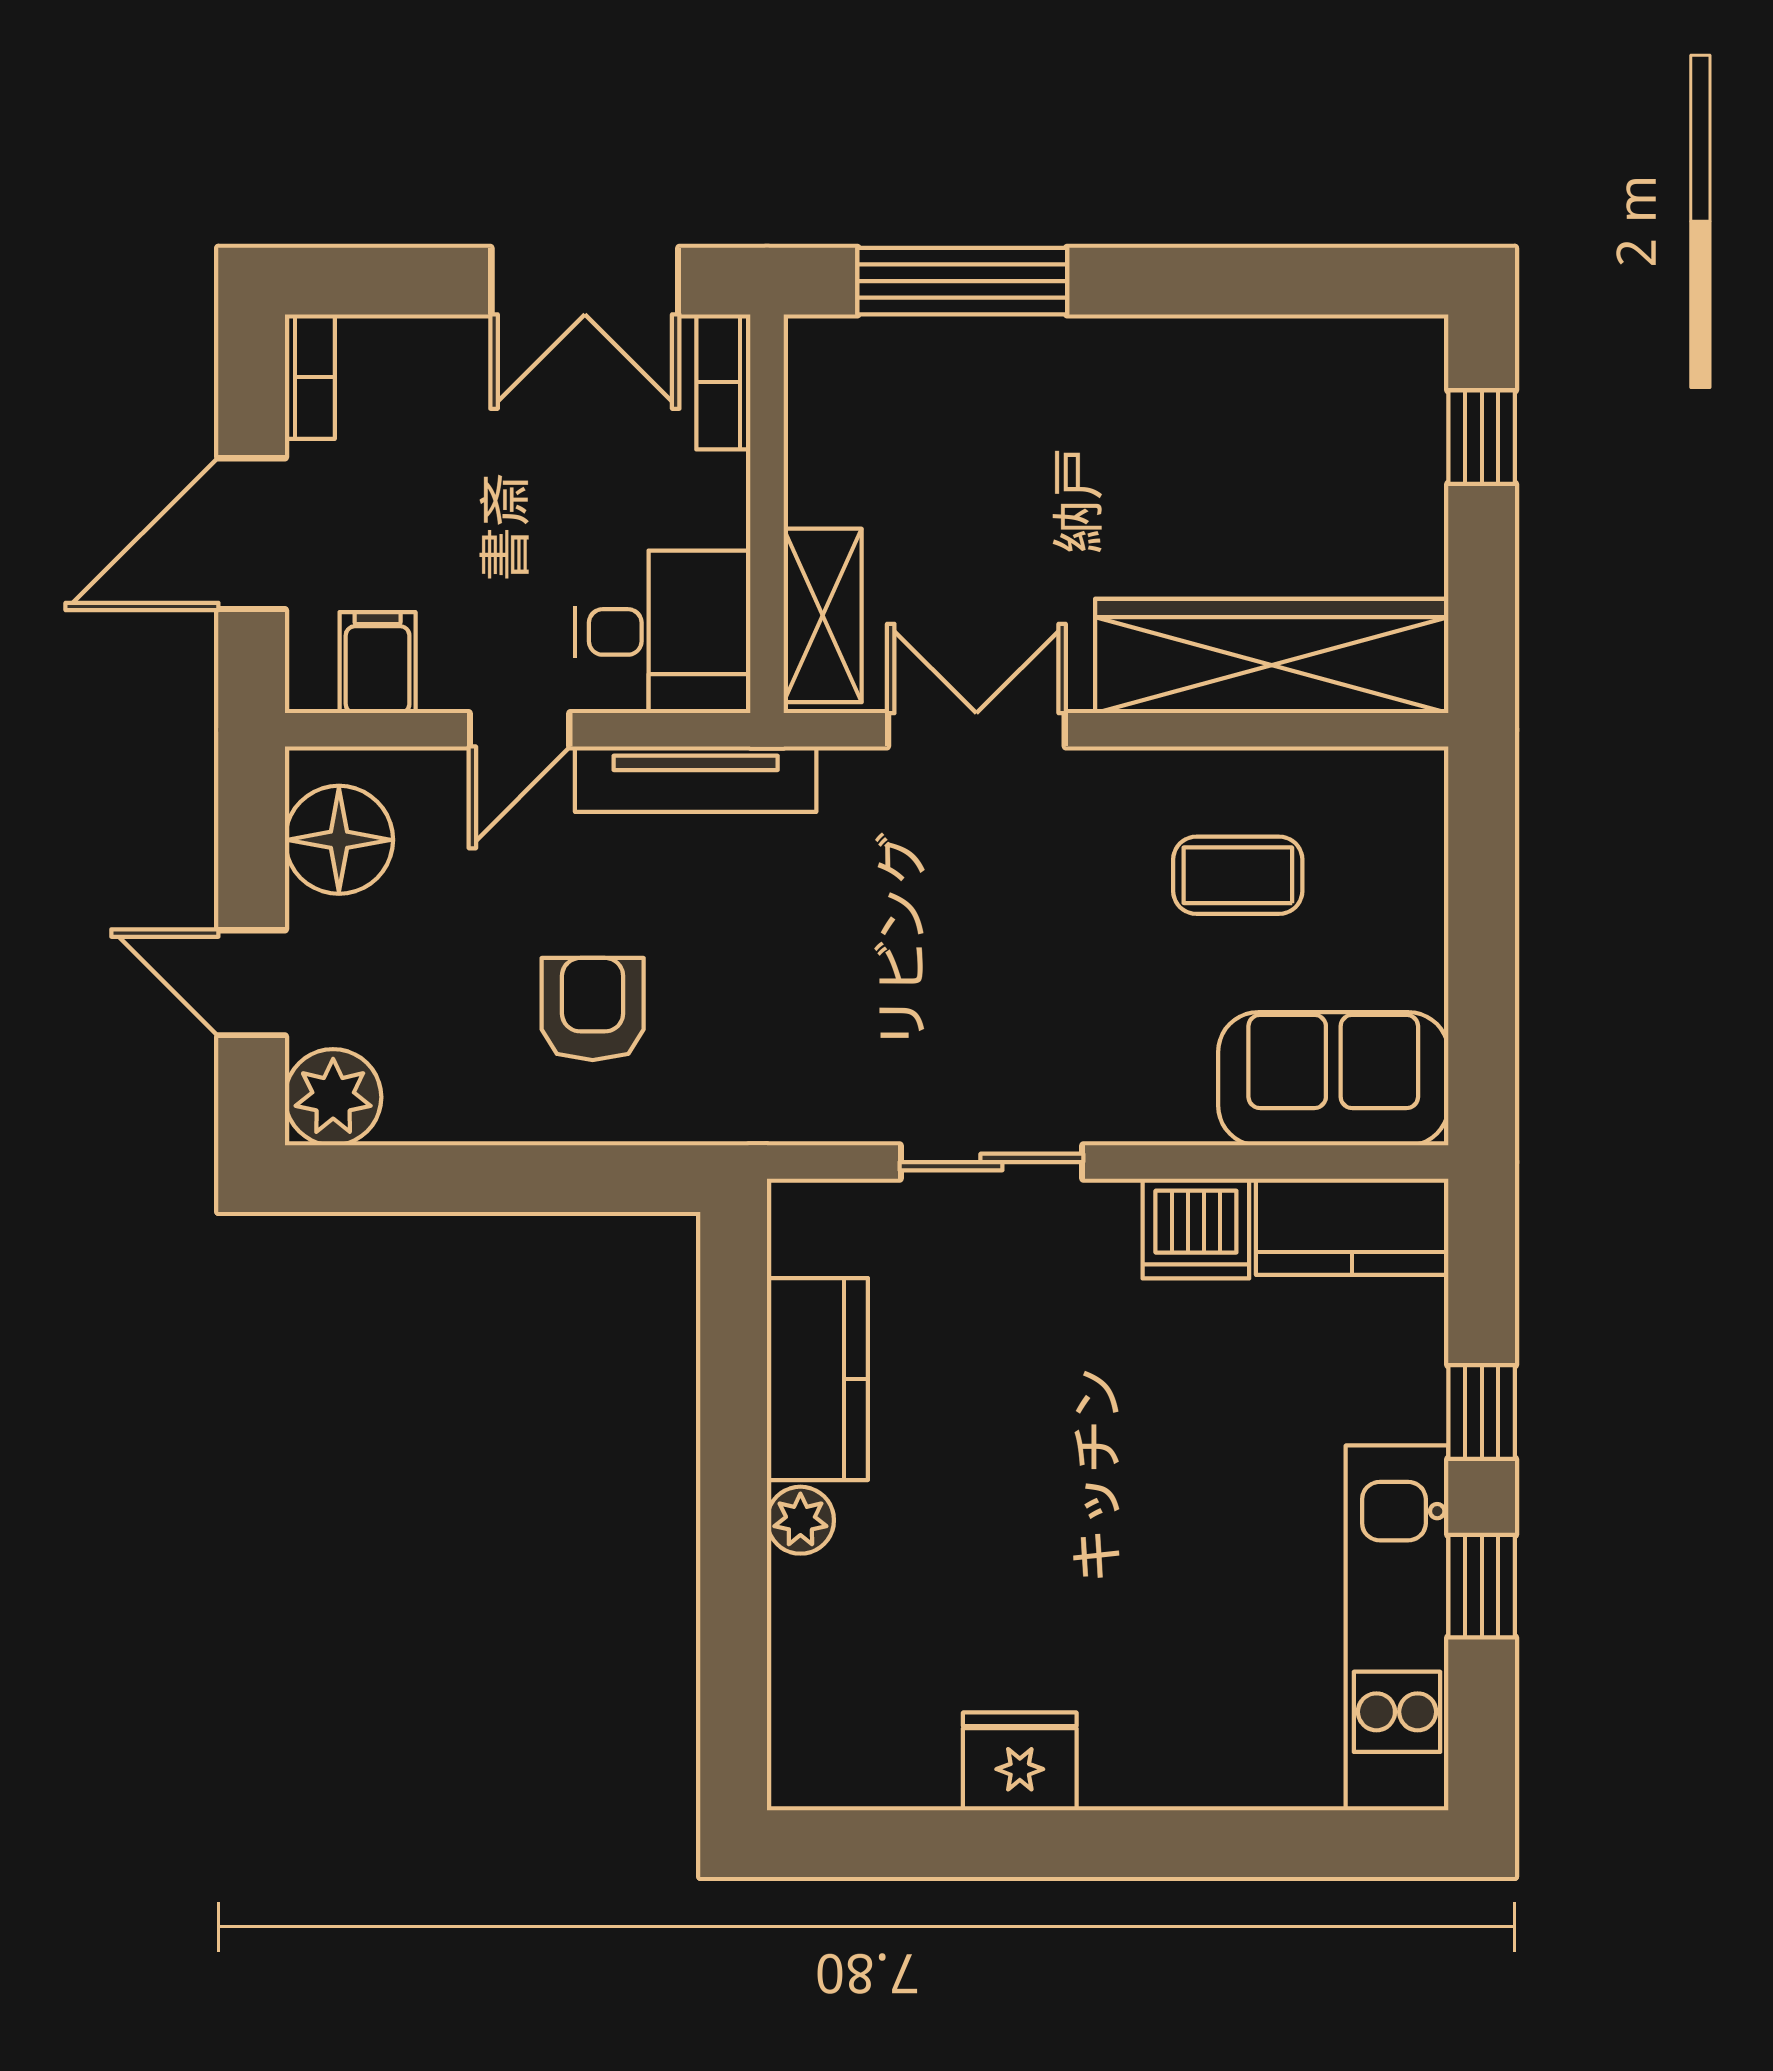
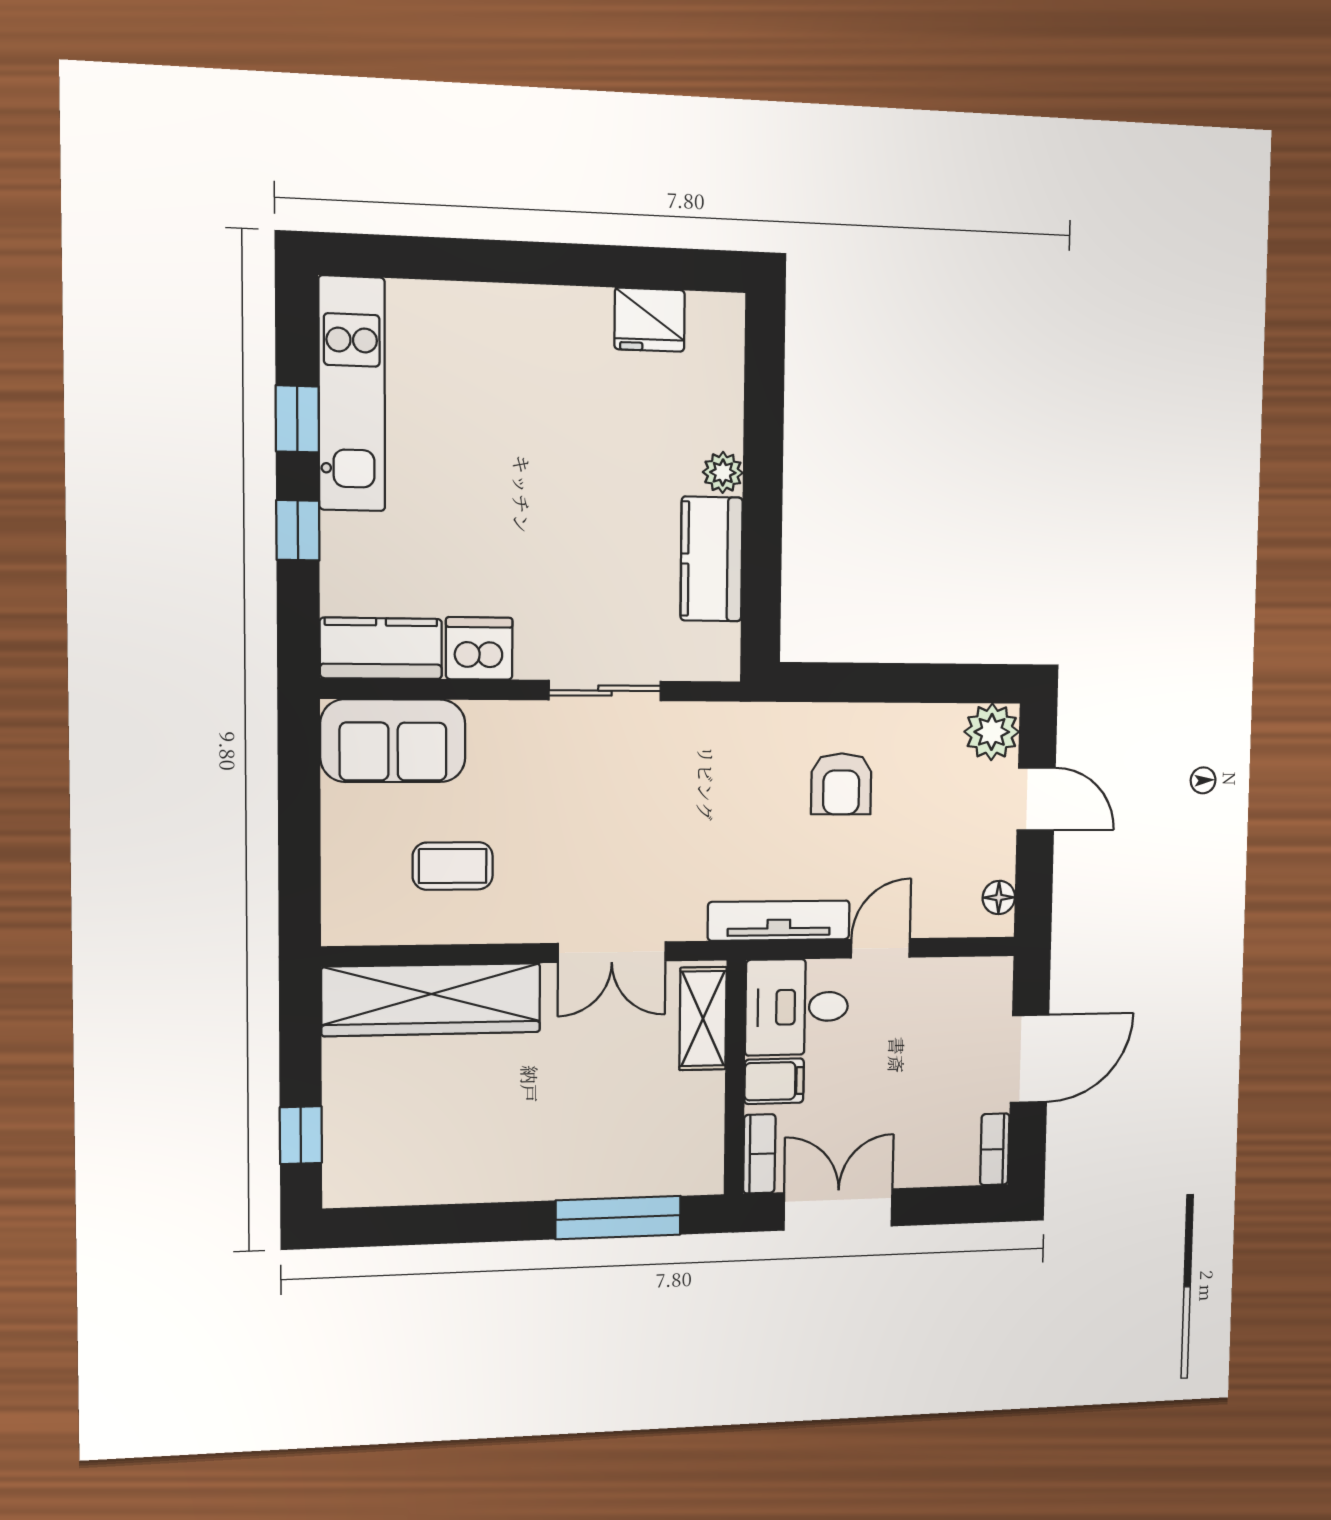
filing cabinet: (378, 663) -> (774, 1081), moved, turned -90
floor lamp: (339, 840) -> (999, 897), width x0.53, depth x0.53
fridge: (1020, 1761) -> (650, 320), moved

